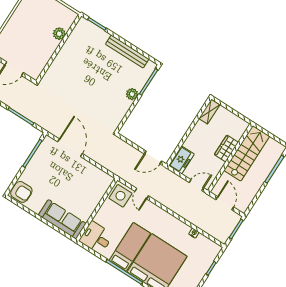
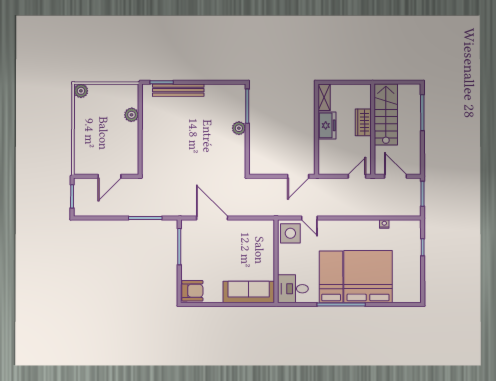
bench: (127, 52) -> (178, 90), moved
freezer: (181, 160) -> (327, 125), moved

